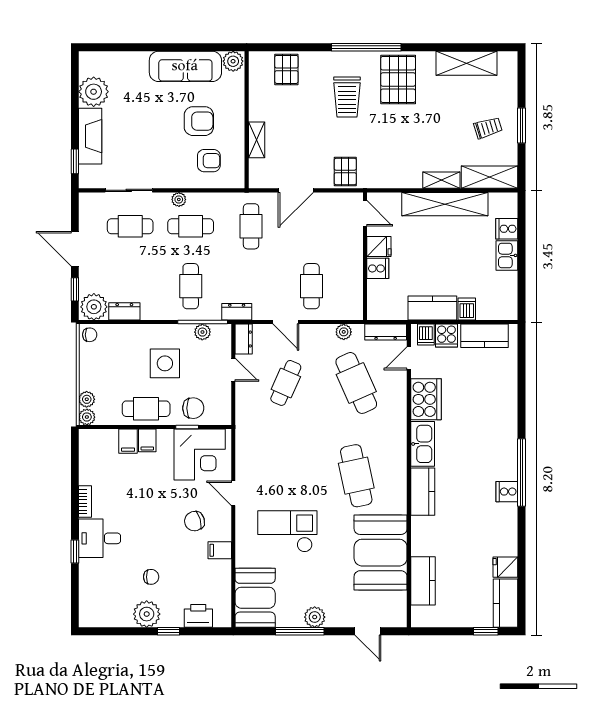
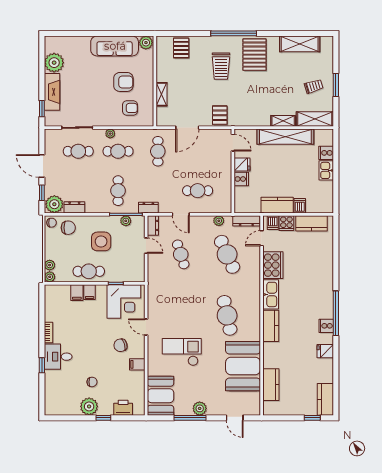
cafe table: (312, 286) -> (198, 191), turned 90
cafe table: (286, 383) -> (181, 254), turned -42
chair: (193, 408) -> (68, 228), moved
fridge: (505, 567) -> (325, 351), moved

